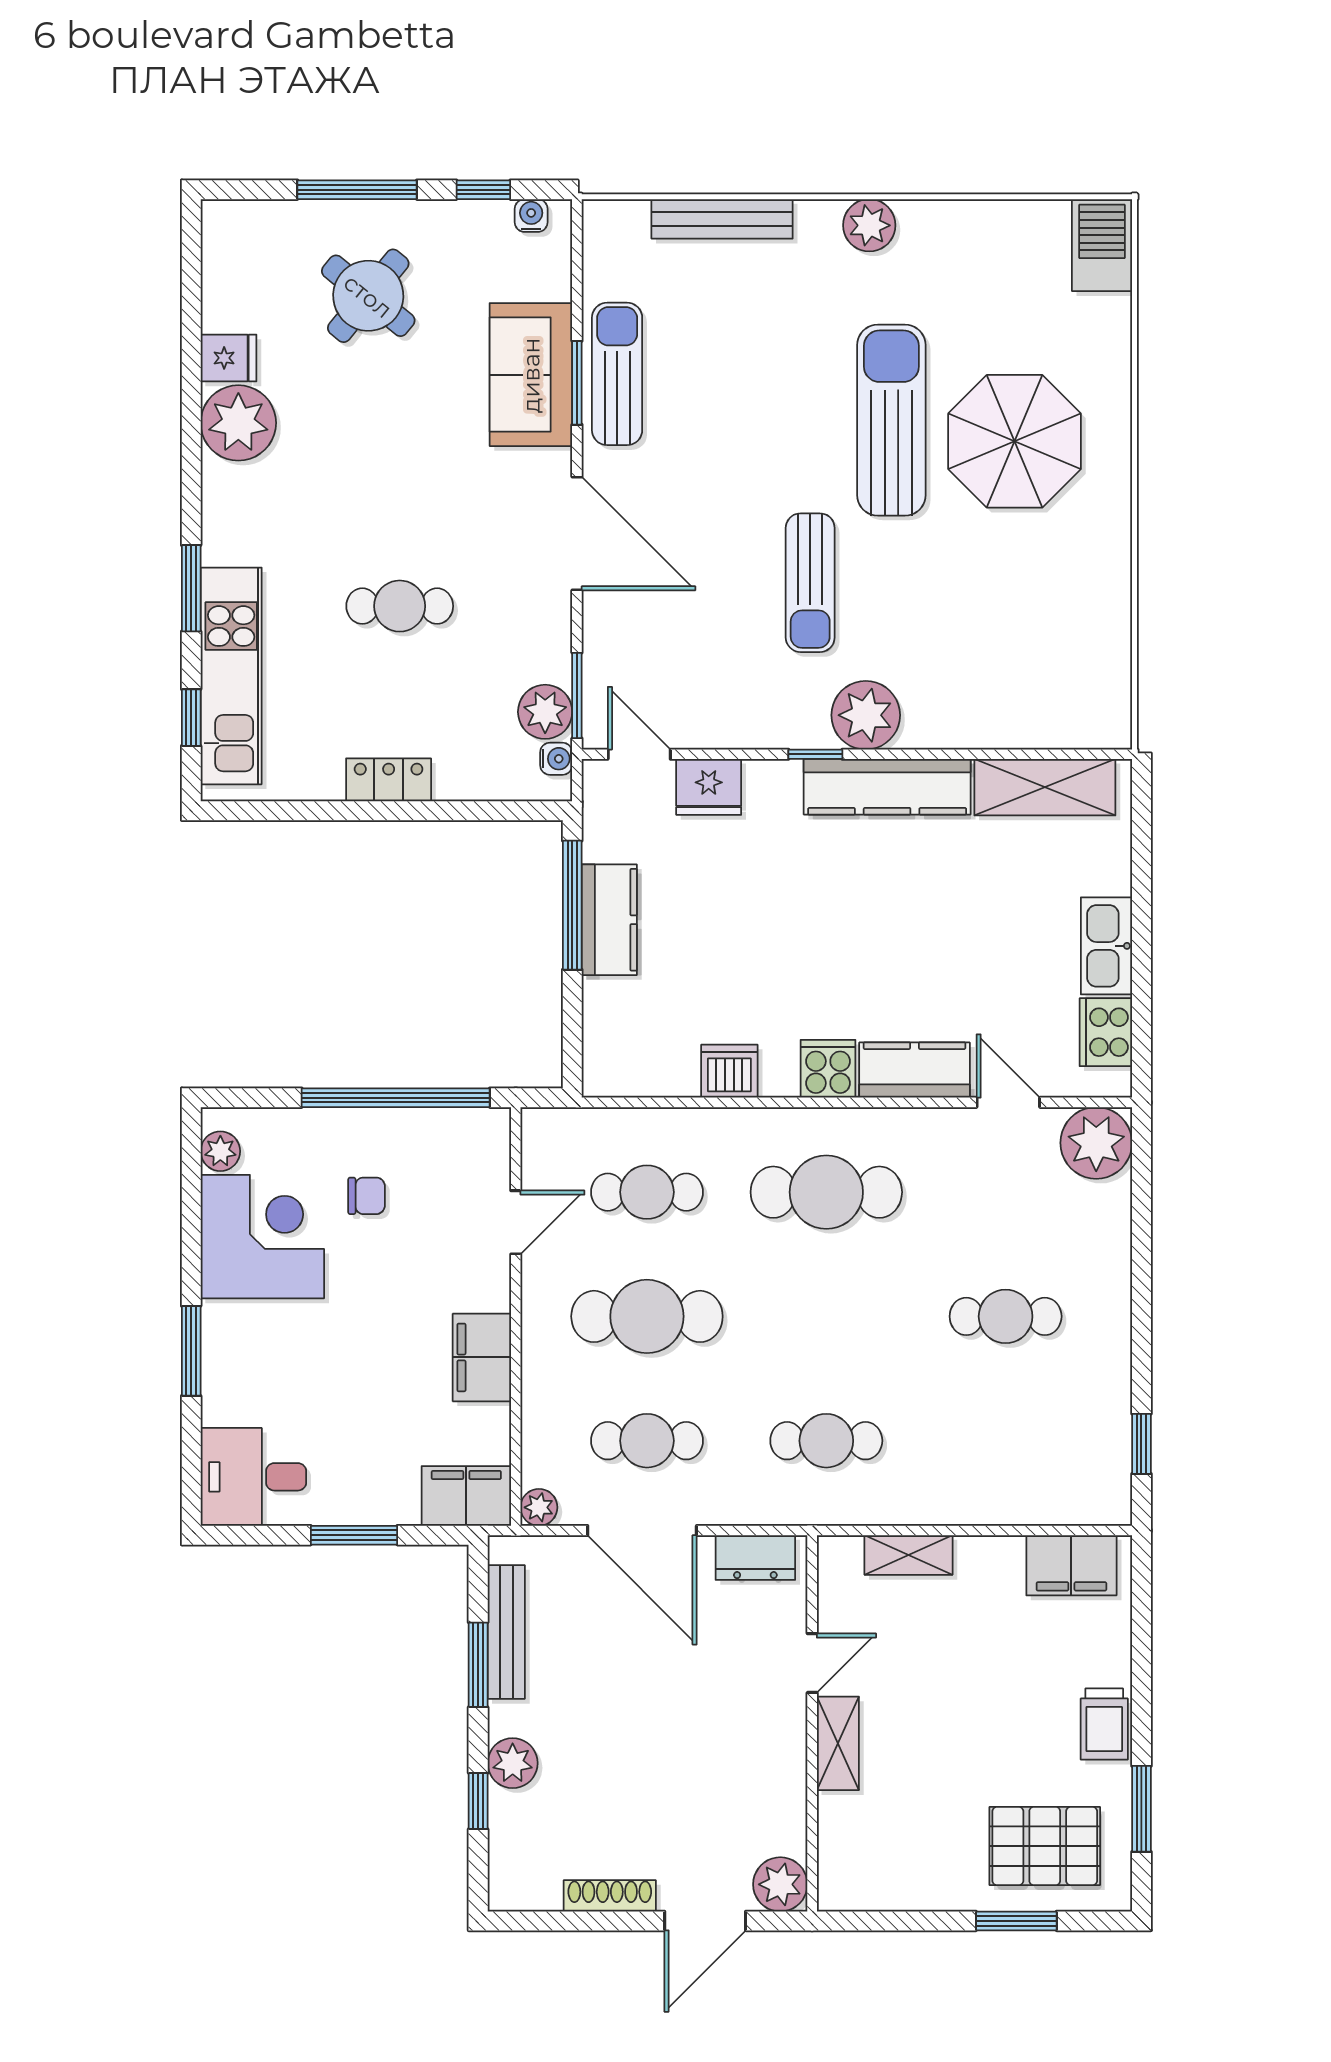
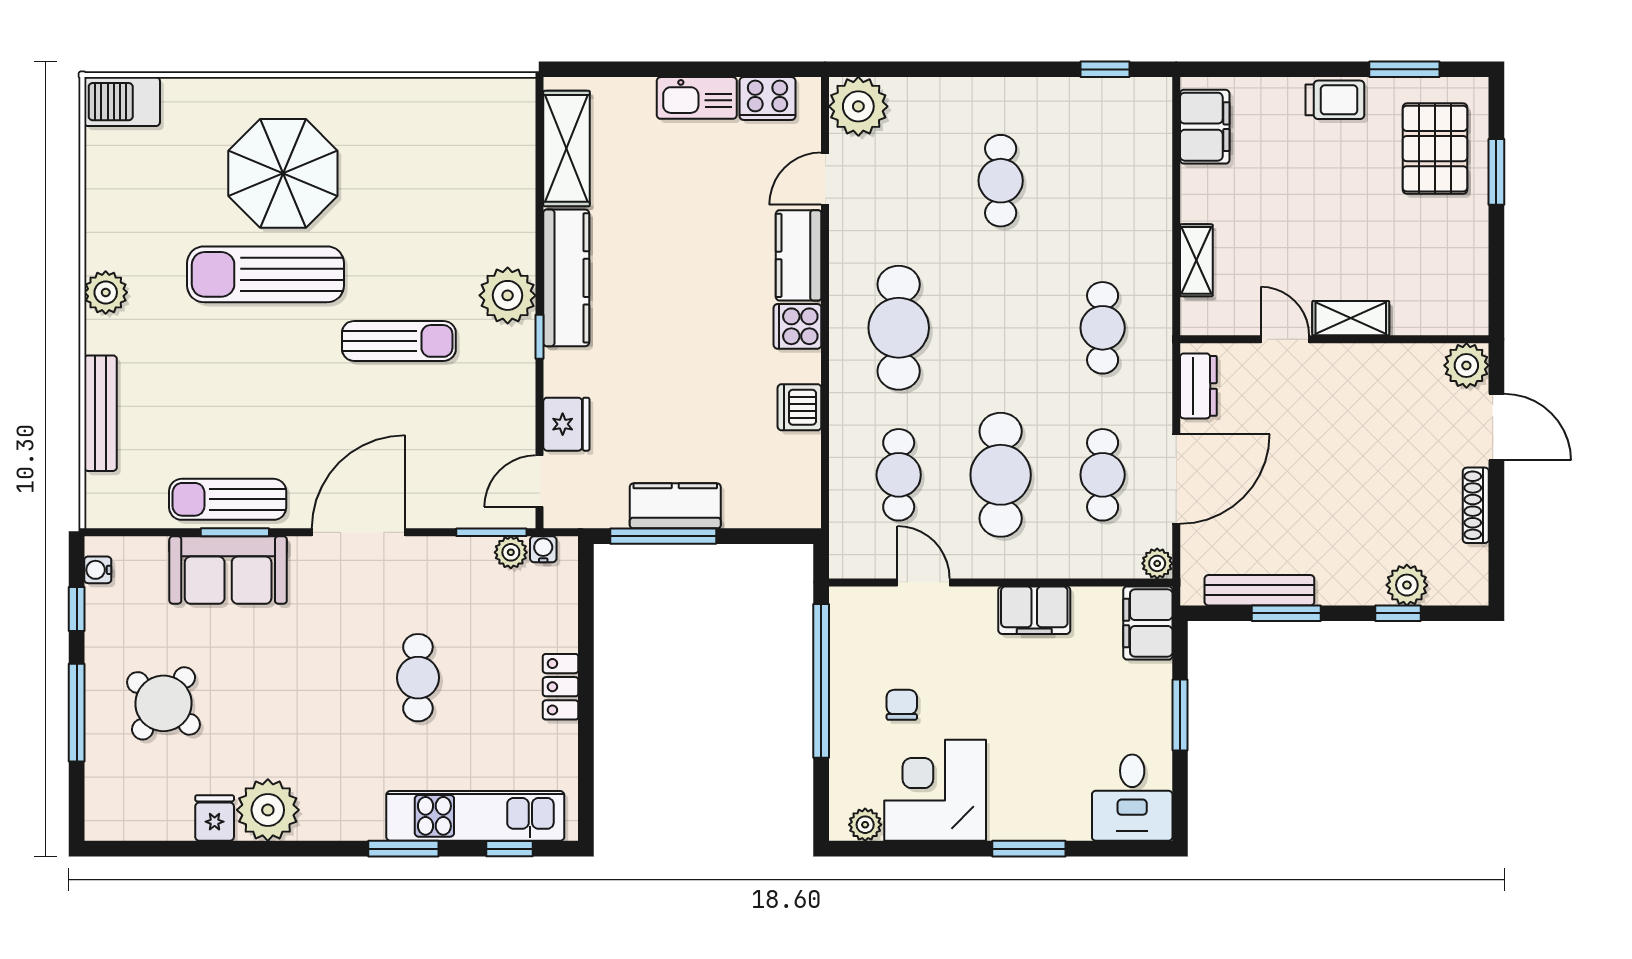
plant: (545, 712) -> (511, 552), width x0.73, depth x0.73
plant: (513, 1763) -> (1407, 585), moved

